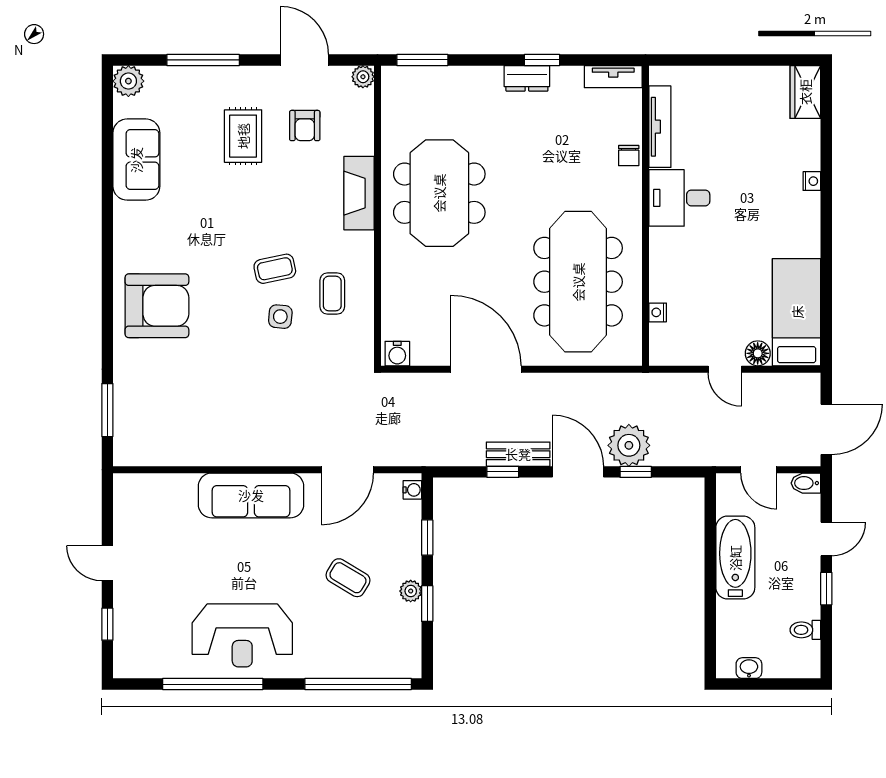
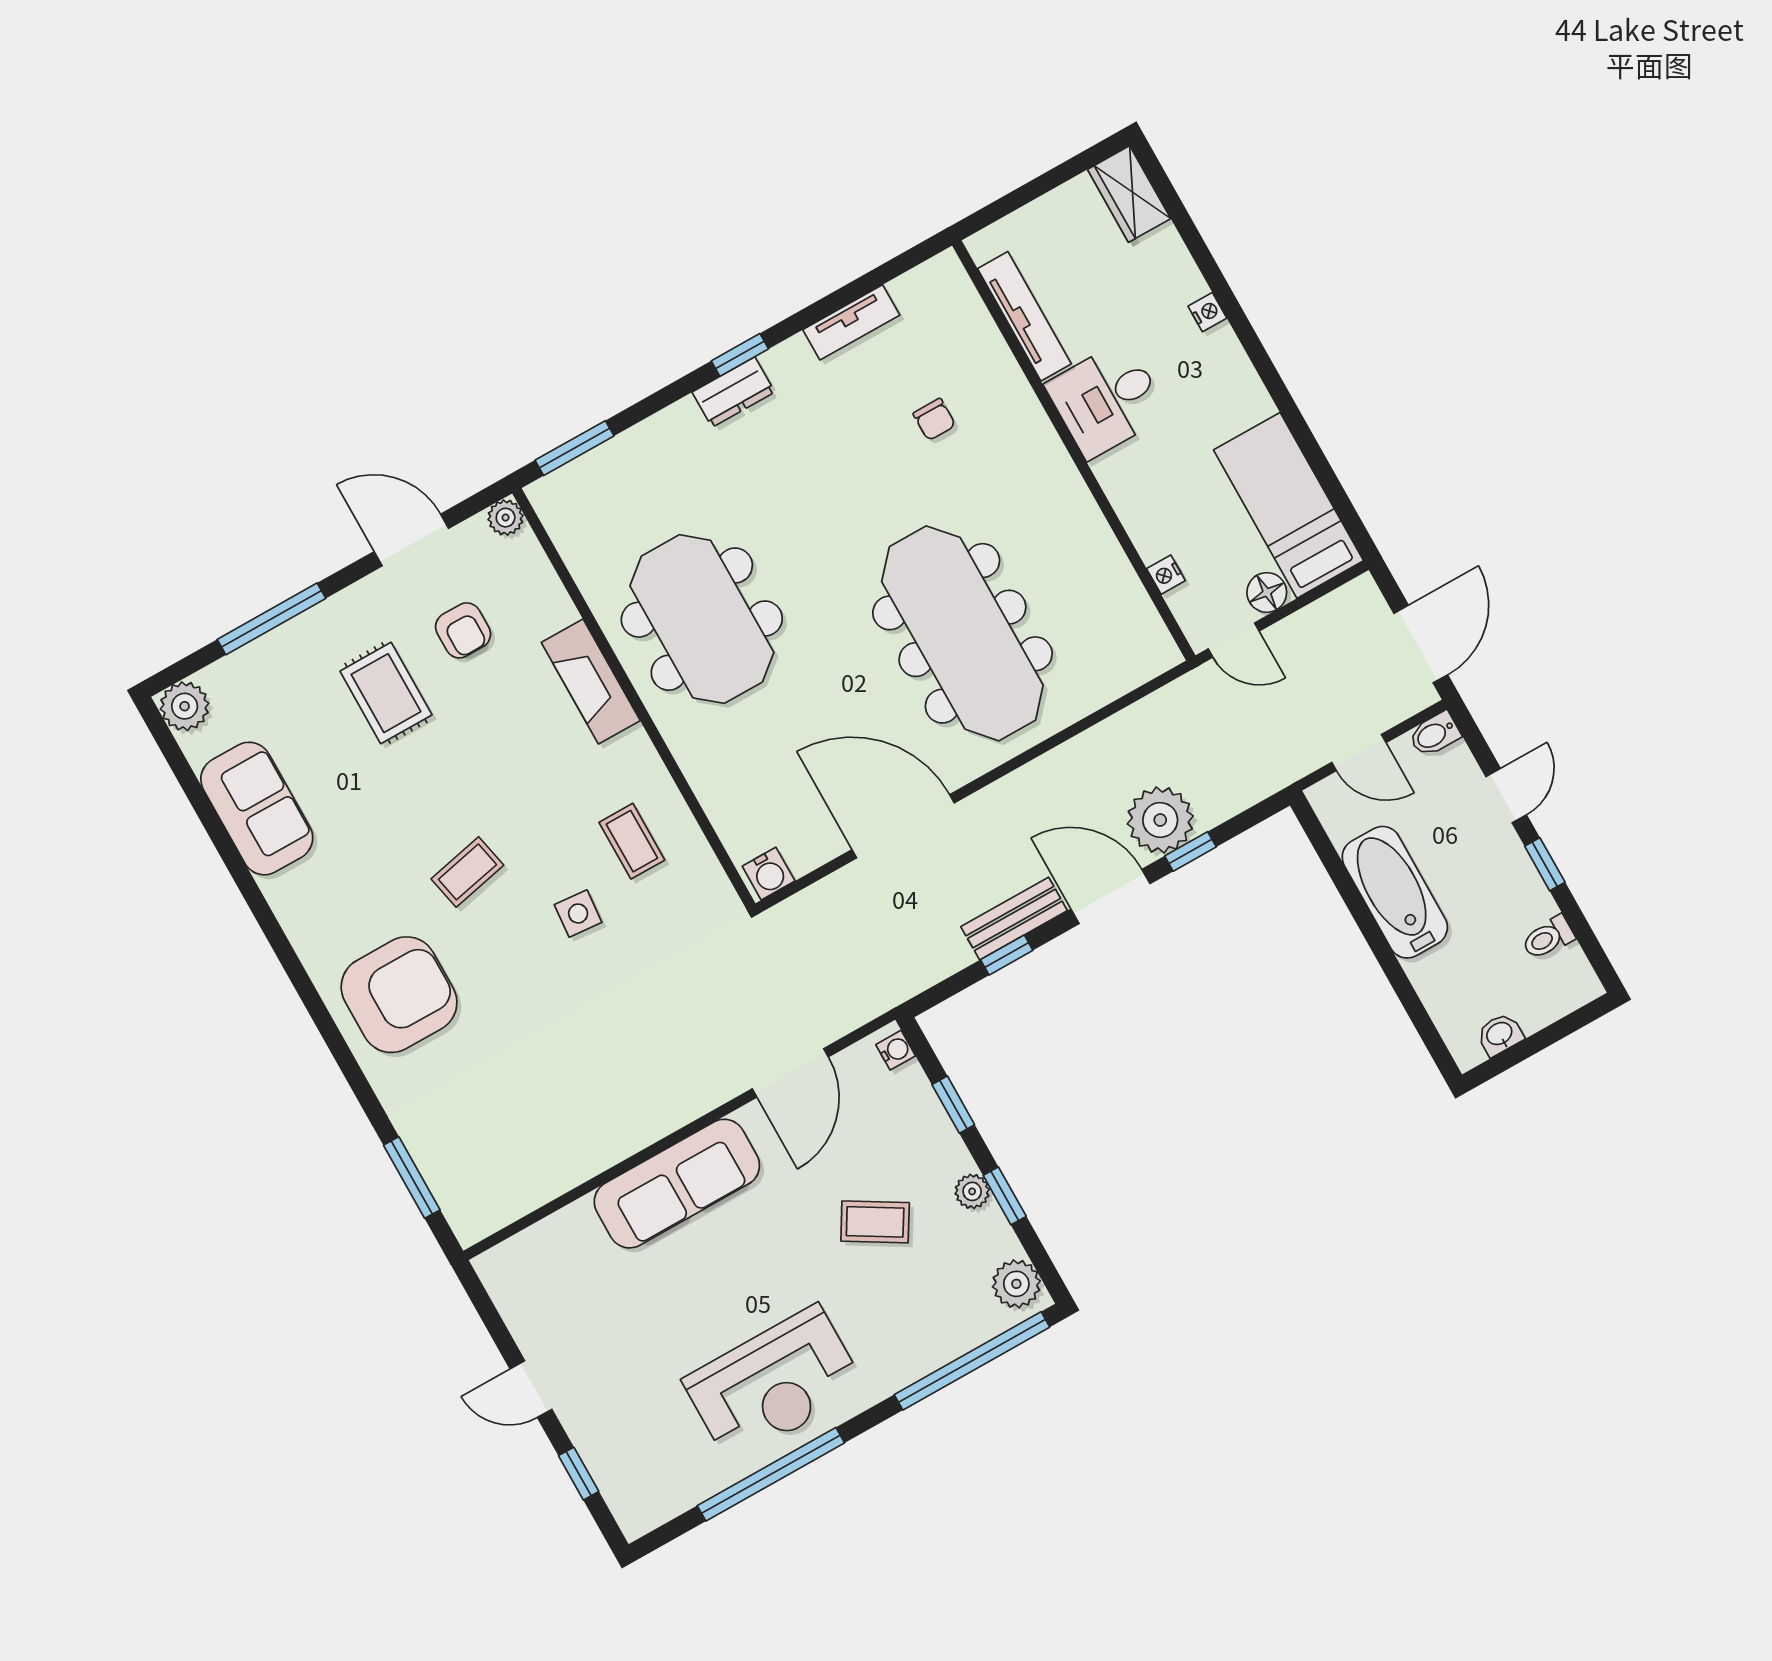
tv unit: (660, 127) -> (1024, 316), moved
desk: (679, 198) -> (1107, 400), moved
wall: (645, 216) -> (1074, 450), moved
coffee table: (275, 269) -> (467, 872), moved
nightstand: (658, 312) -> (1166, 575), moved
plant: (406, 655) -> (1016, 1284), added

